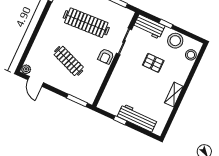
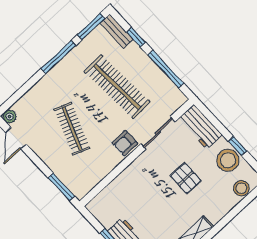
window: (42, 19) -> (58, 57), added
window: (166, 24) -> (238, 146), moved

